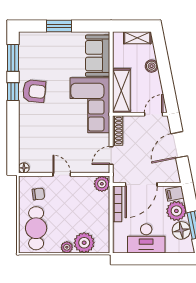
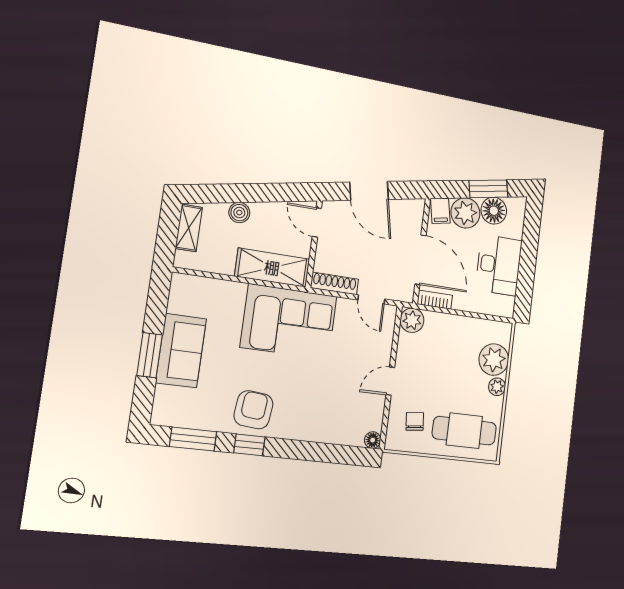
sofa: (98, 56) -> (181, 351), moved, turned -90
bookcase: (117, 204) -> (435, 300), width x0.64

